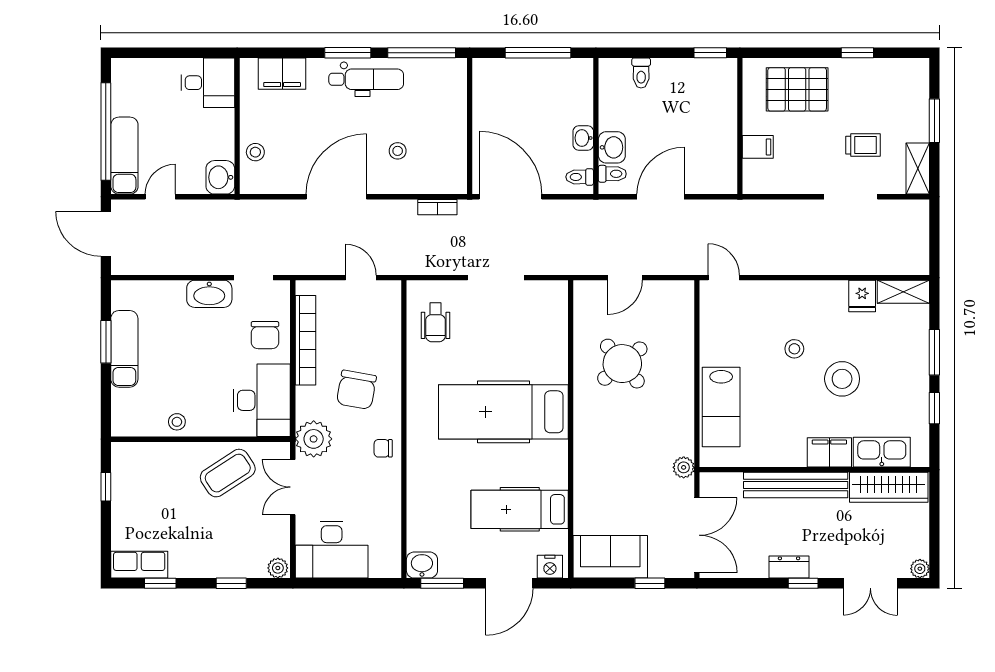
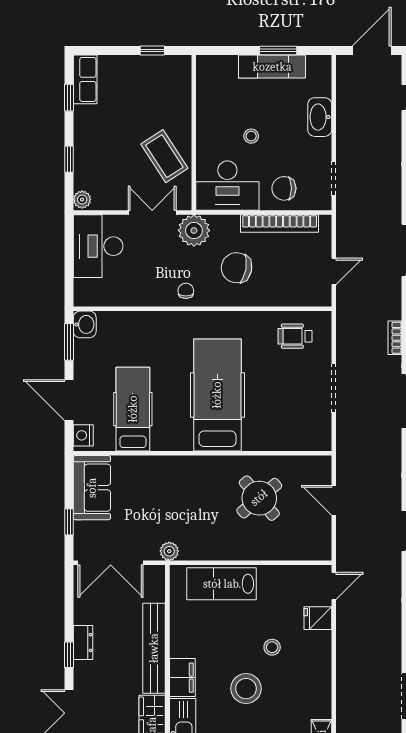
washbasin: (209, 294) -> (320, 117), moved
fridge: (862, 296) -> (318, 618), moved
stool: (177, 422) -> (251, 136), moved

